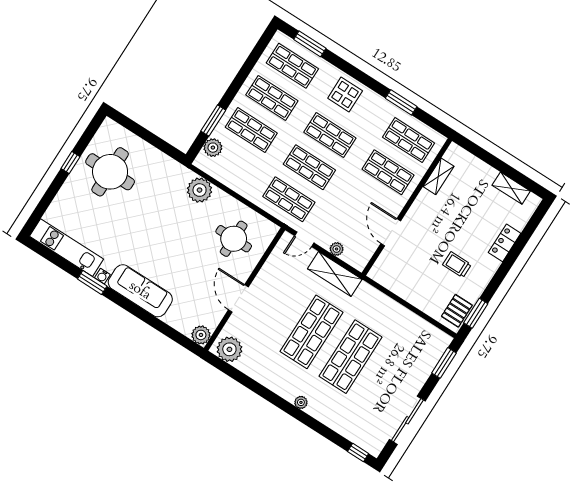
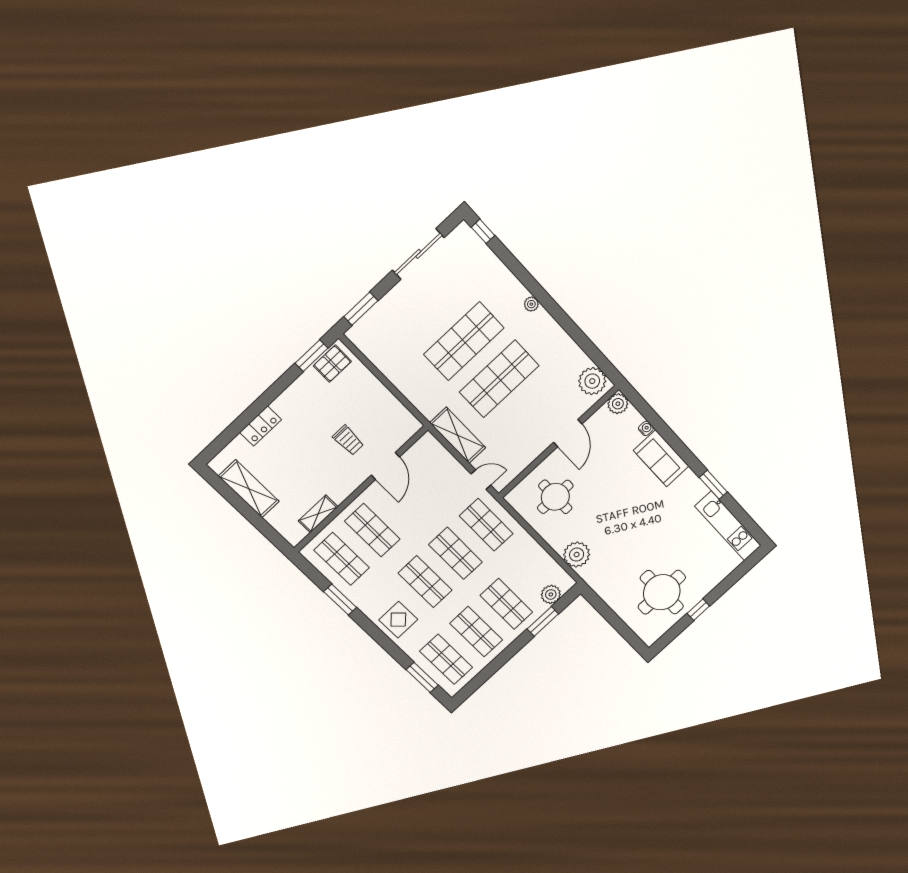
shelving: (511, 188) -> (249, 489), width x1.50, depth x1.33
plant: (337, 249) -> (449, 461), removed
trolley: (457, 265) -> (348, 440), moved
water cooler: (102, 276) -> (646, 428), moved
sofa: (140, 291) -> (661, 458), width x0.73

